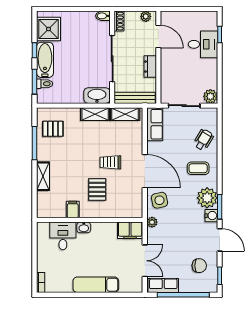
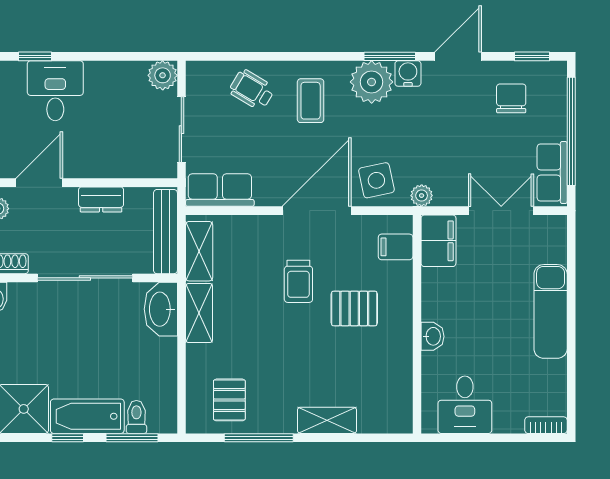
filing cabinet: (73, 210) -> (396, 247), moved
desk: (63, 236) -> (465, 405), moved, turned -90

